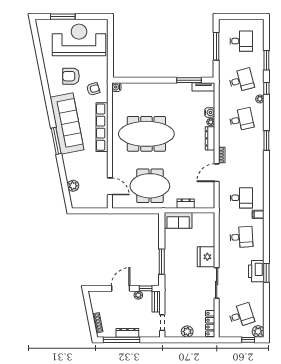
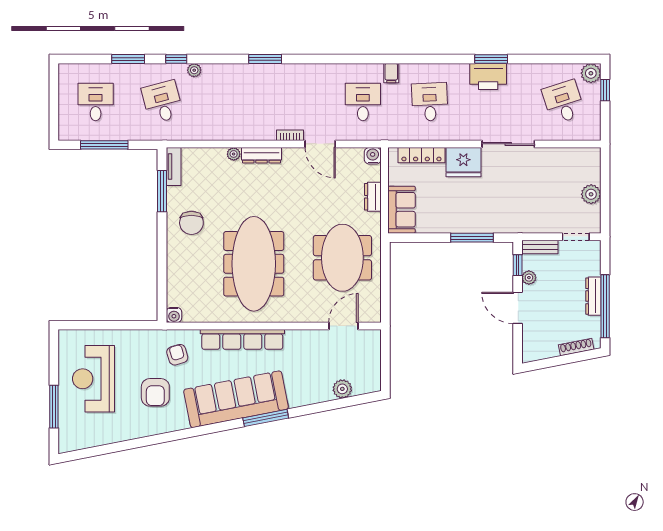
reception desk: (79, 40) -> (94, 379), width x0.74, depth x0.77
chair: (170, 97) -> (191, 223), added
water cooler: (210, 112) -> (373, 156), moved
desk: (241, 119) -> (229, 102), removed
locker: (210, 324) -> (421, 155), moved

